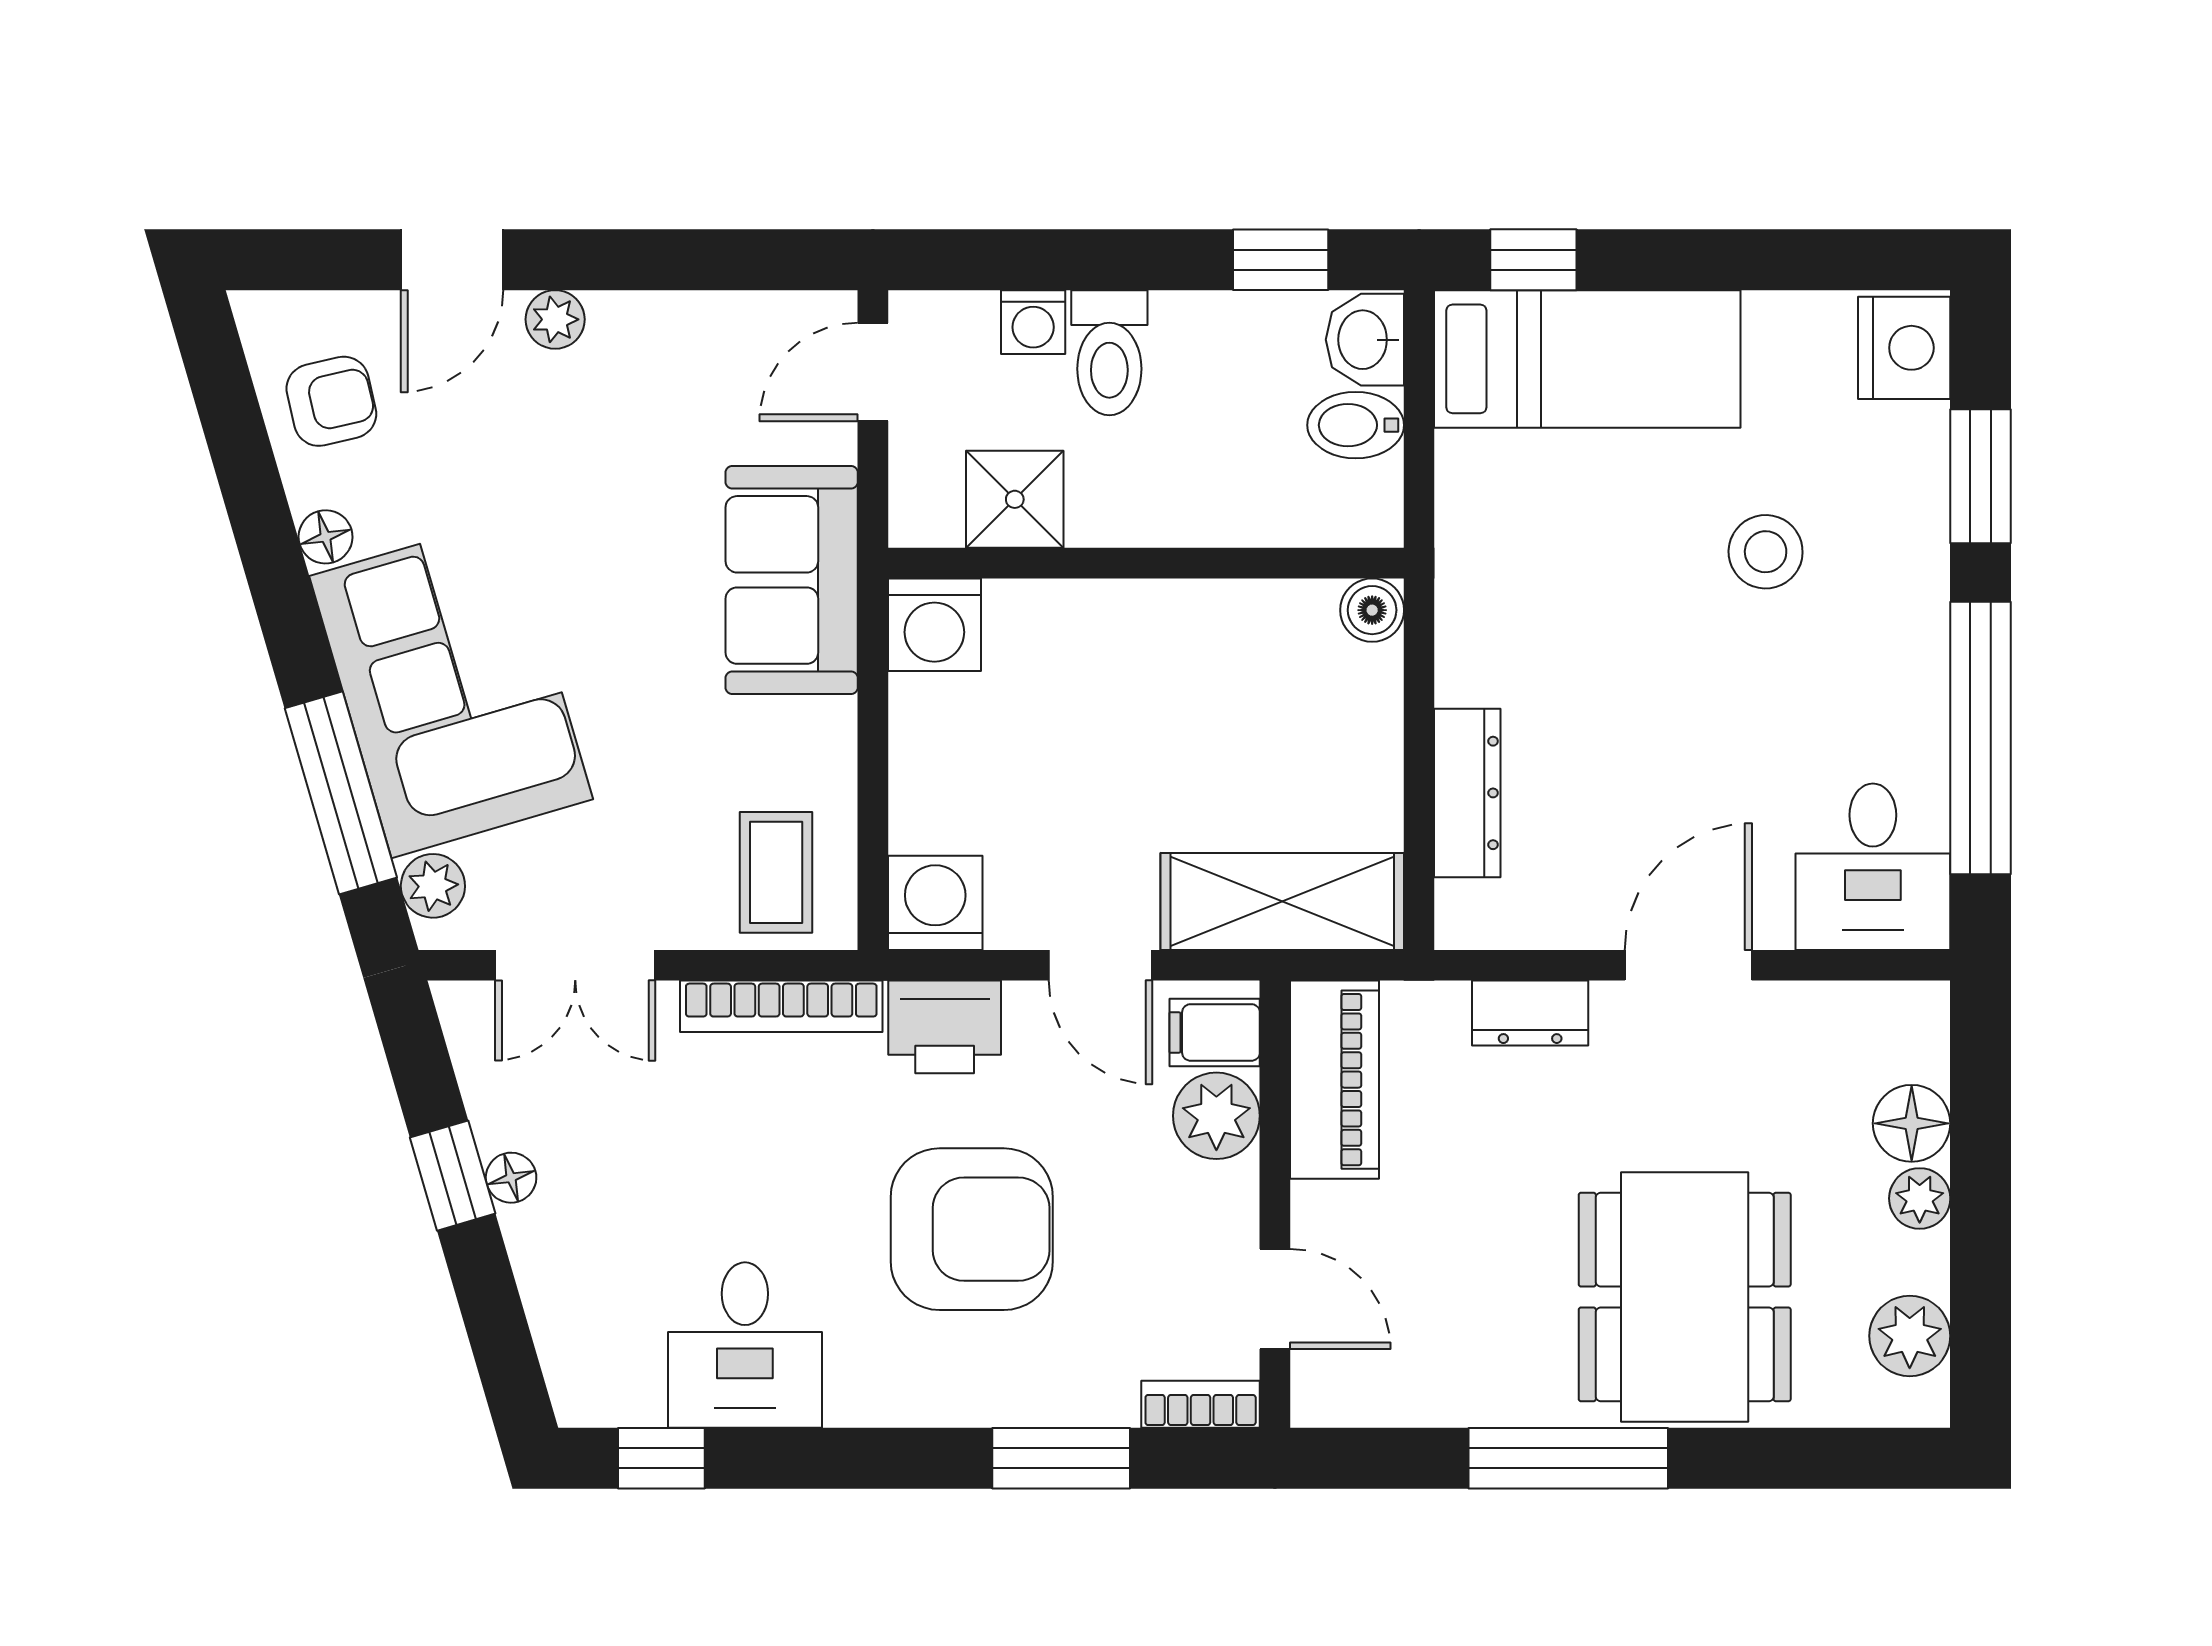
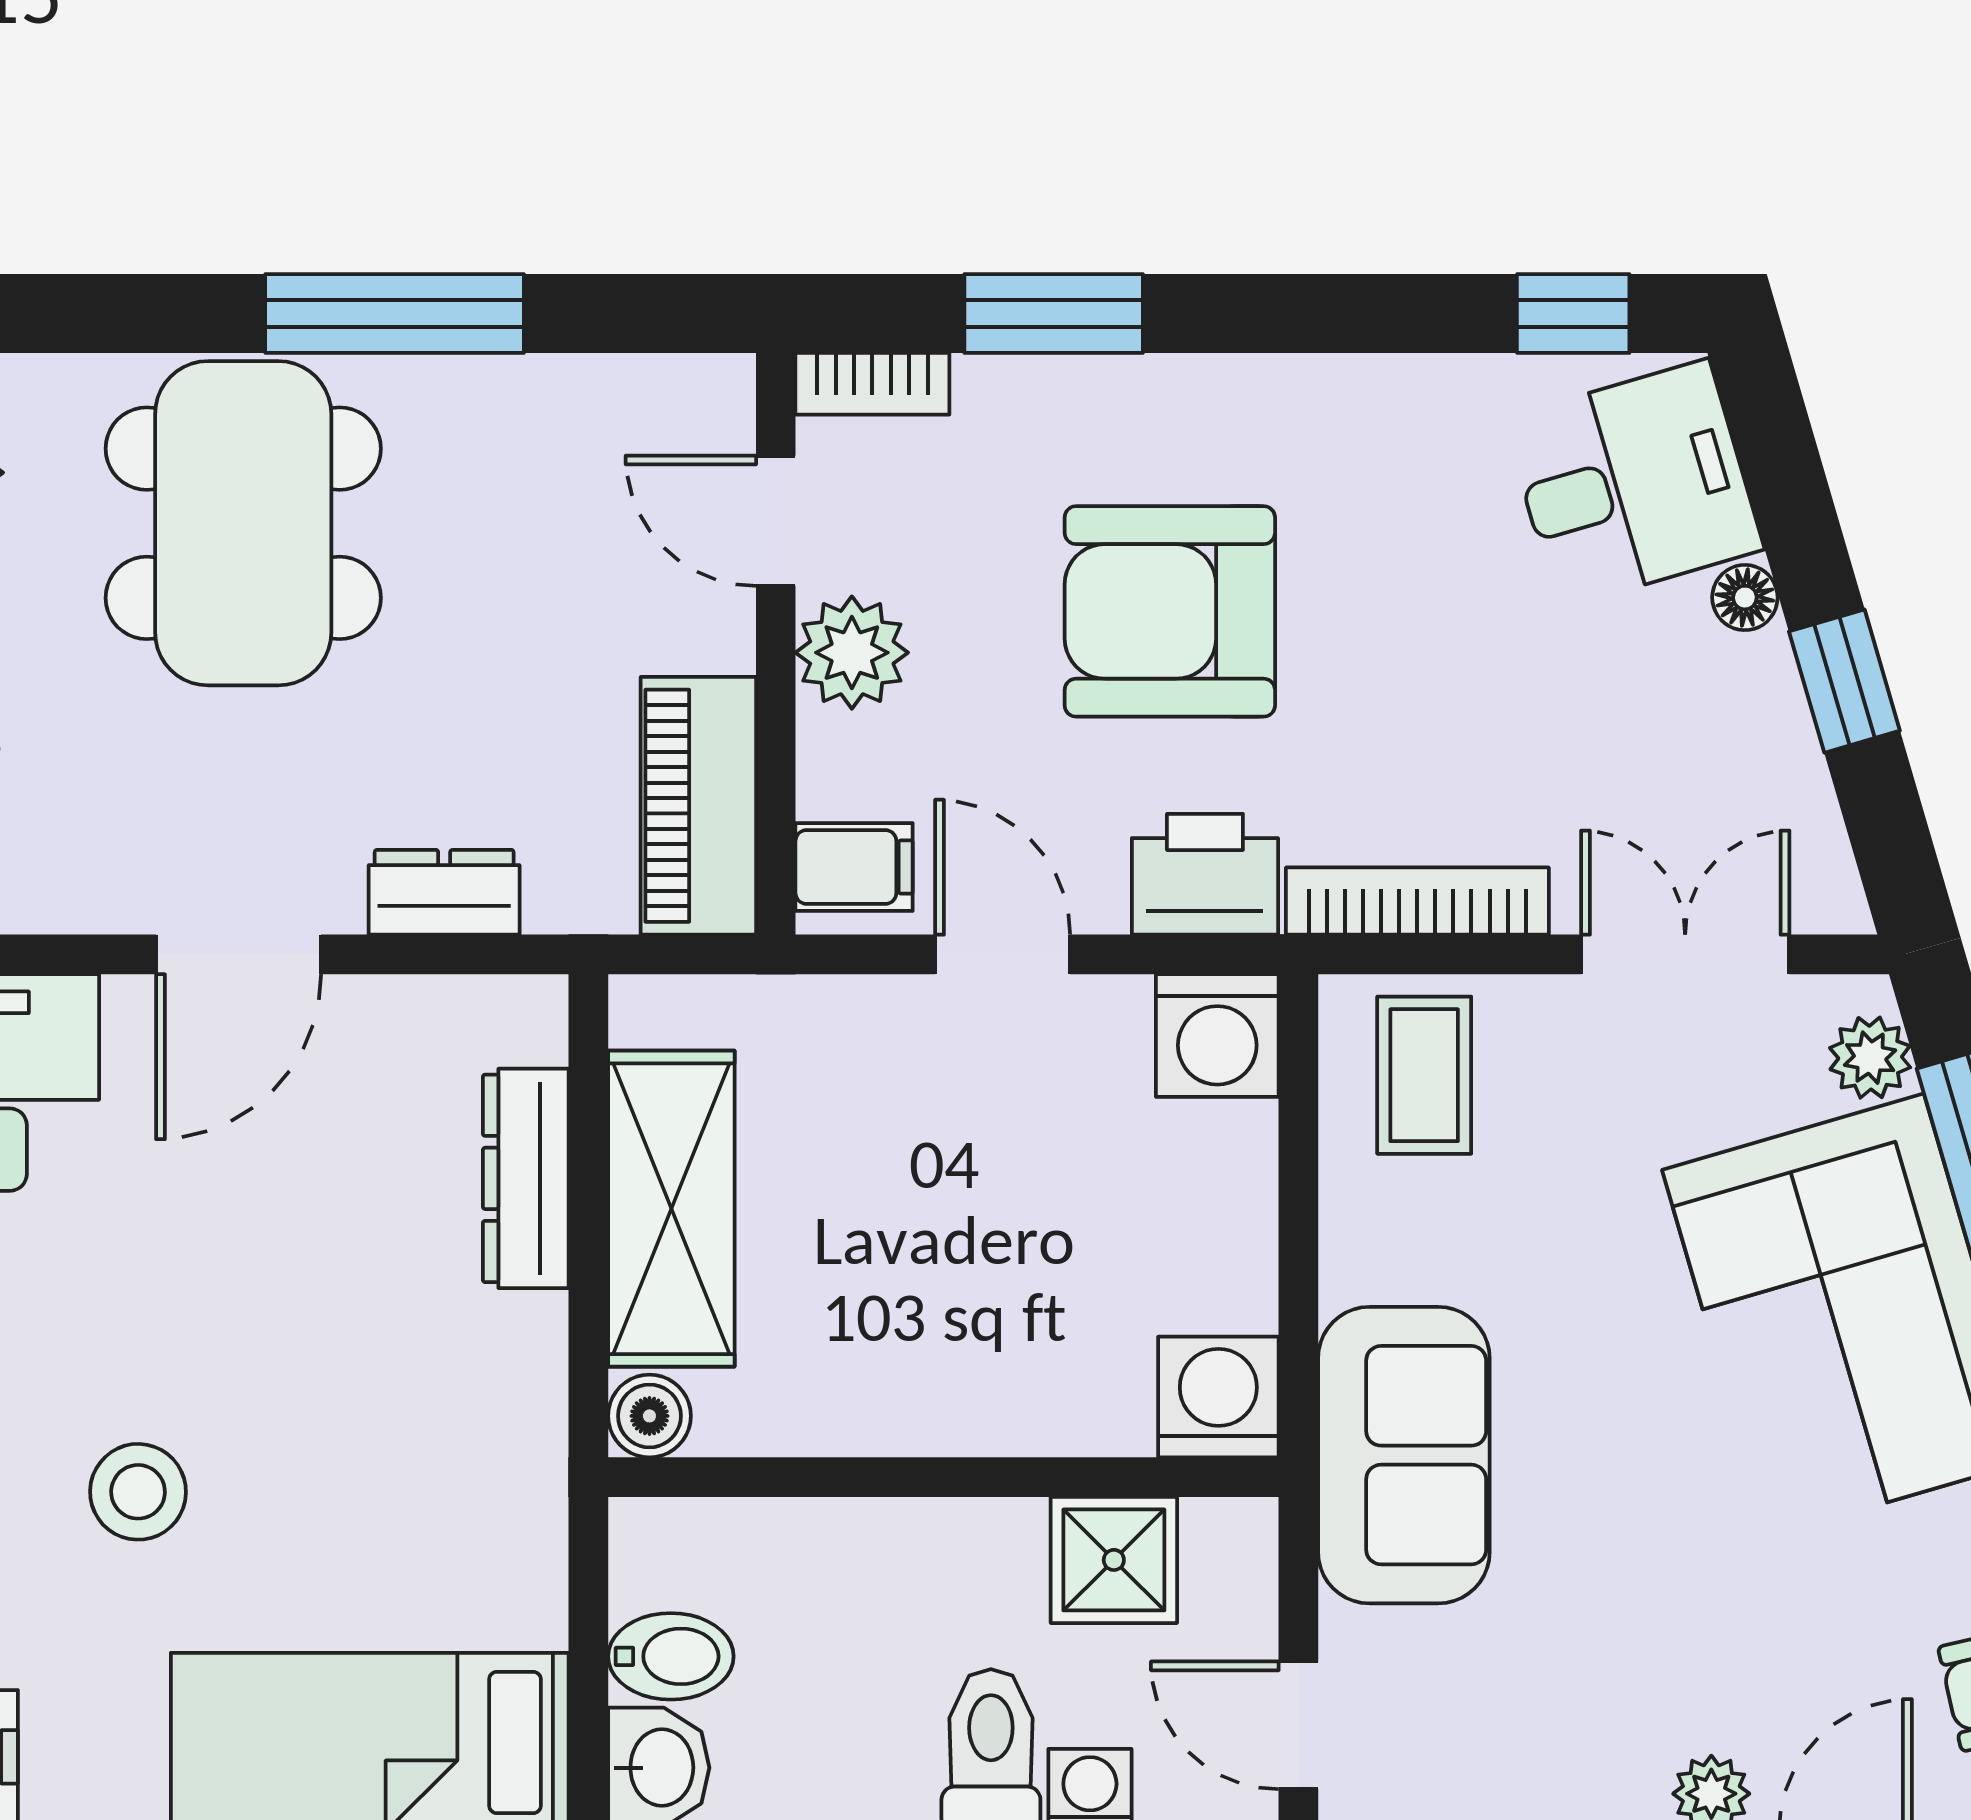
door: (873, 372) -> (1298, 1725), swing flipped
shelving: (1282, 901) -> (671, 1209), moved, turned 90
plant: (1216, 1116) -> (852, 653), moved
floor lamp: (511, 1178) -> (1745, 598), moved
desk: (745, 1345) -> (1633, 484), moved, turned 74

